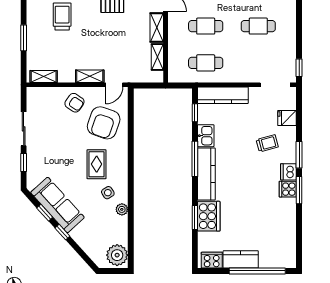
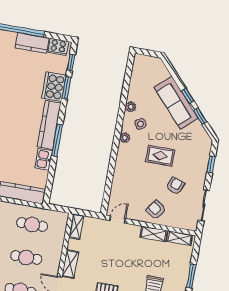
shelving: (157, 57) -> (76, 227), moved
shelving: (90, 76) -> (154, 234), moved
window: (195, 113) -> (71, 62), moved
armchair: (104, 123) -> (175, 186), moved, width x0.53, depth x0.53
sliding door: (24, 129) -> (204, 205), moved
rug: (97, 164) -> (160, 156), moved, turned 90
sofa: (57, 205) -> (176, 103), moved
plant: (117, 255) -> (125, 138), moved, width x0.53, depth x0.53

